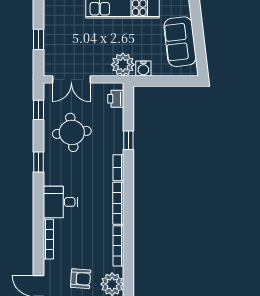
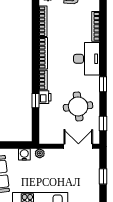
plant: (123, 65) -> (40, 153), width x0.53, depth x0.53
printer: (116, 99) -> (45, 97), moved
desk: (60, 202) -> (87, 59), width x1.37

